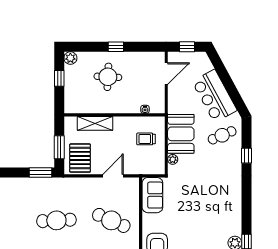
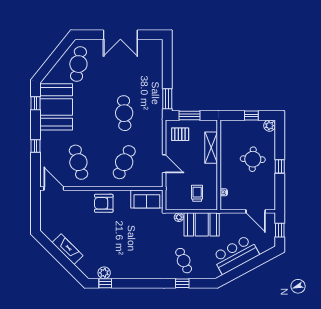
cafe table: (222, 135) -> (184, 261), moved
pallet: (80, 158) -> (180, 134), width x0.67, depth x0.71

